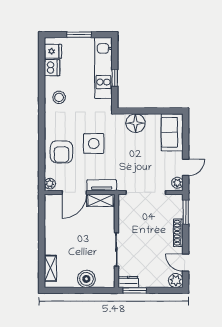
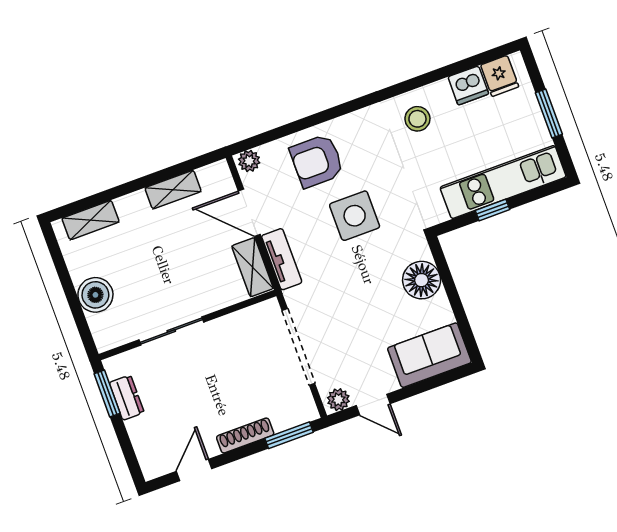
shelving: (50, 224) -> (173, 190), added
plant: (176, 280) -> (154, 464), removed
dresser: (128, 282) -> (127, 398), moved

